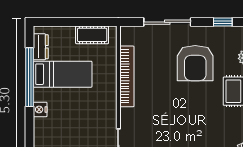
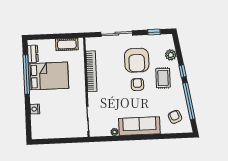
bed: (63, 74) -> (48, 76), width x1.50
armchair: (195, 99) -> (137, 84), added
nightstand: (40, 109) -> (35, 109), moved

